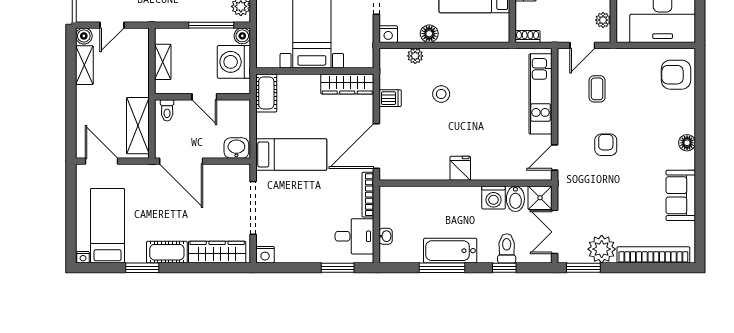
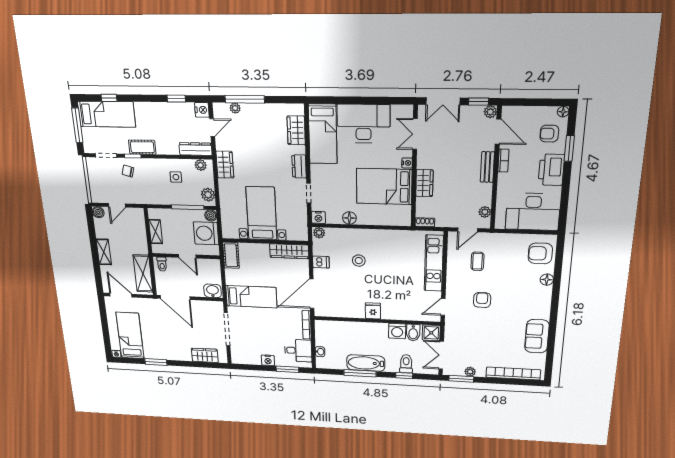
plant: (415, 56) -> (319, 233), moved
shelving: (84, 65) -> (104, 252), moved
floor lamp: (687, 143) -> (547, 280), moved
plant: (602, 249) -> (470, 372), width x0.53, depth x0.53
cot: (167, 252) -> (171, 354), removed
wardrobe: (217, 252) -> (205, 355), width x0.67
nightstand: (265, 255) -> (268, 360), moved

